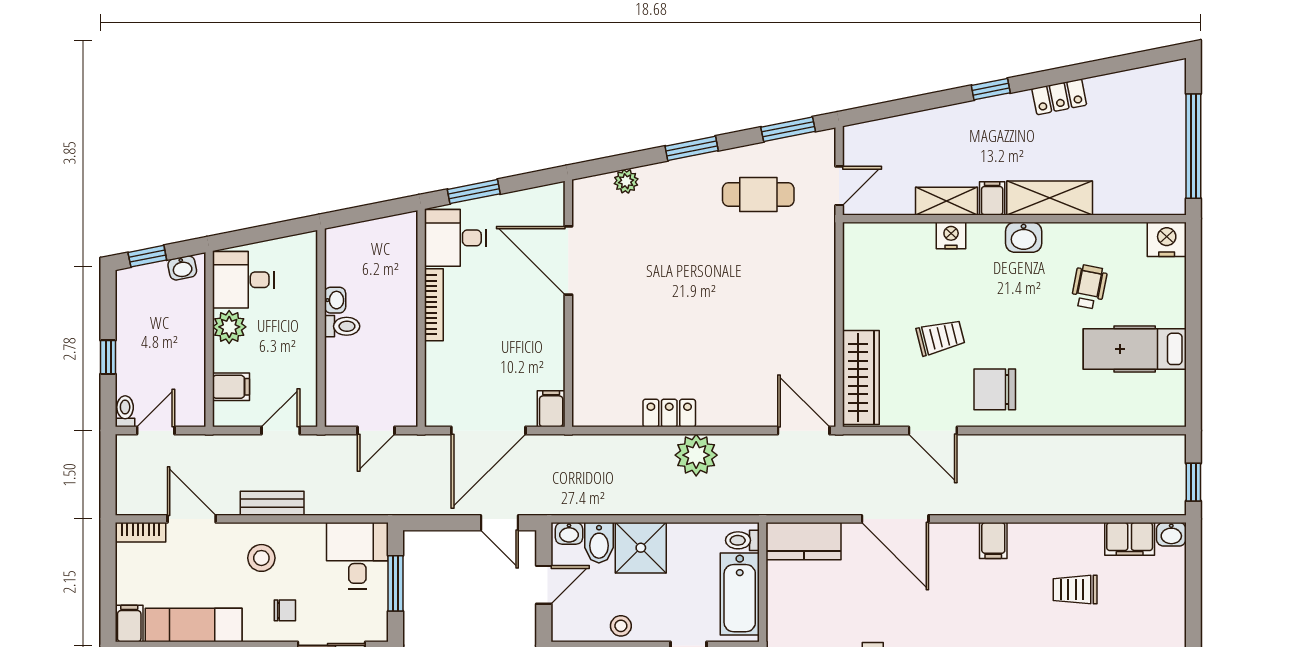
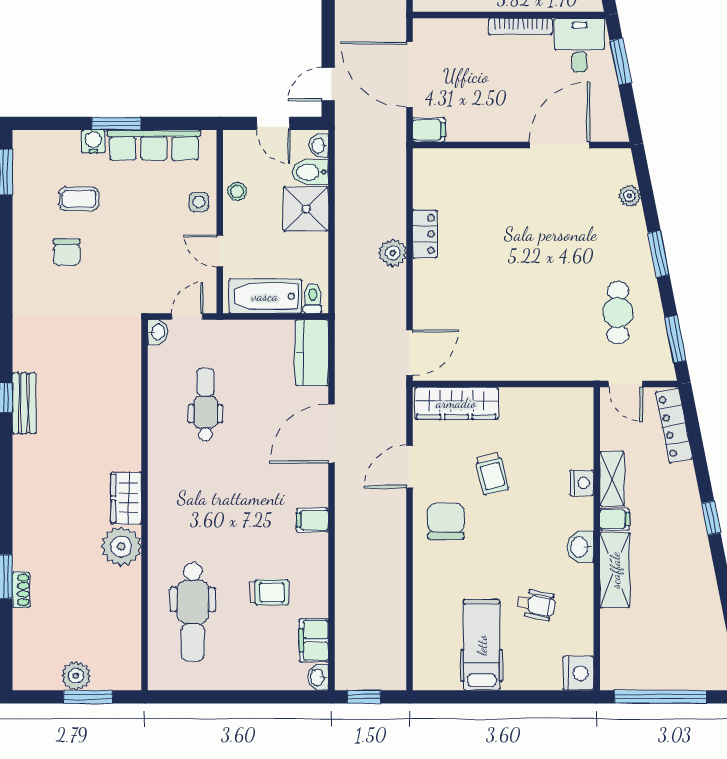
locker: (1059, 97) -> (674, 425), moved, width x1.53
plant: (696, 455) -> (393, 253), width x0.73, depth x0.73
trolley: (1075, 590) -> (269, 592), turned 90

